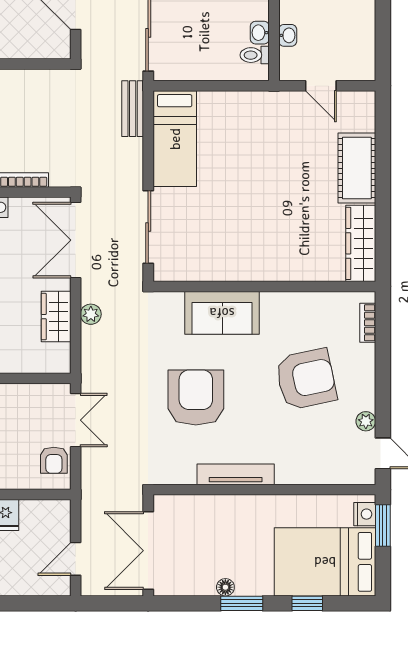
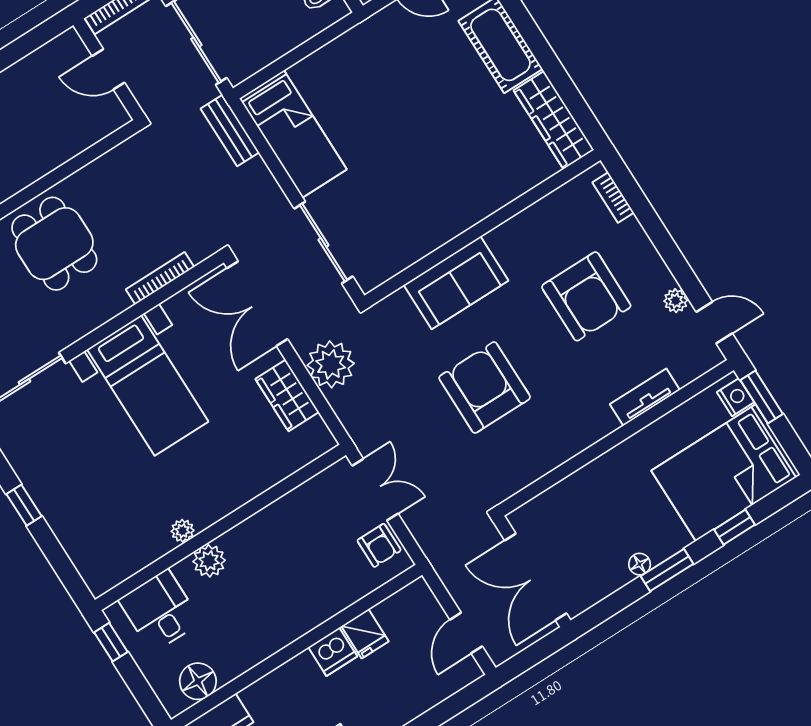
plant: (91, 314) -> (331, 364), width x1.87, depth x1.87
armchair: (306, 379) -> (586, 296), turned 102
tv unit: (236, 474) -> (645, 397), moved, width x0.71

